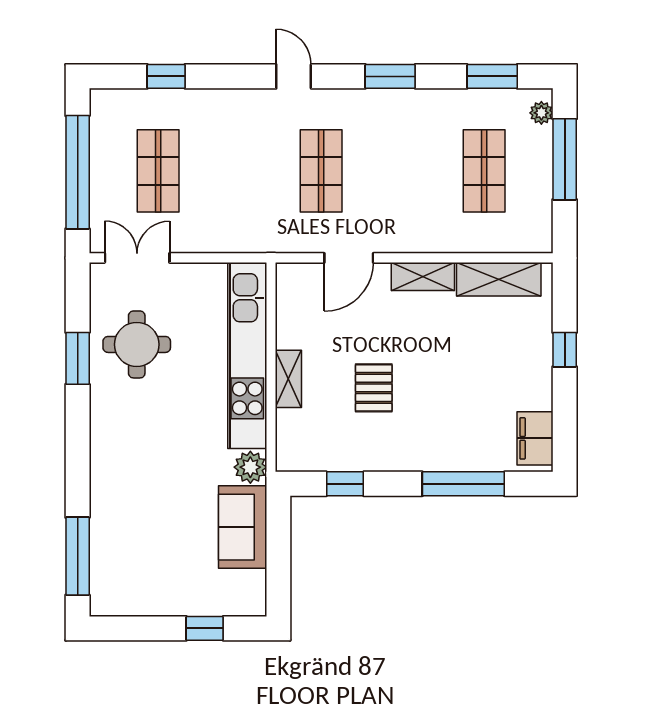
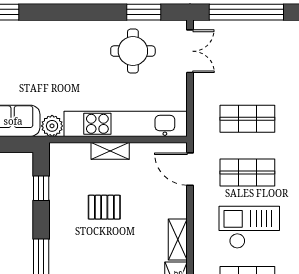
checkout: (404, 168) -> (249, 227), added
shop shelf: (158, 171) -> (247, 119), moved
door: (349, 258) -> (190, 169), moved
window: (78, 358) -> (144, 12), moved

